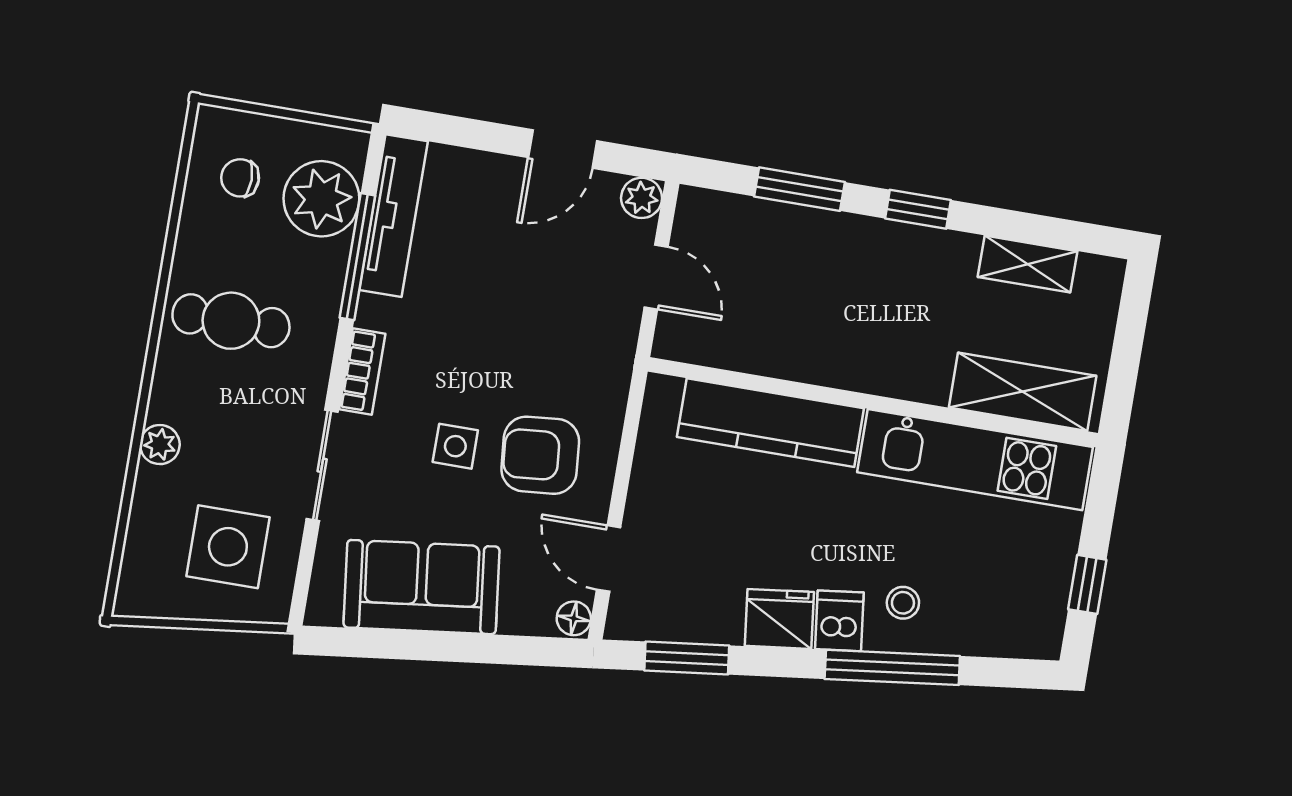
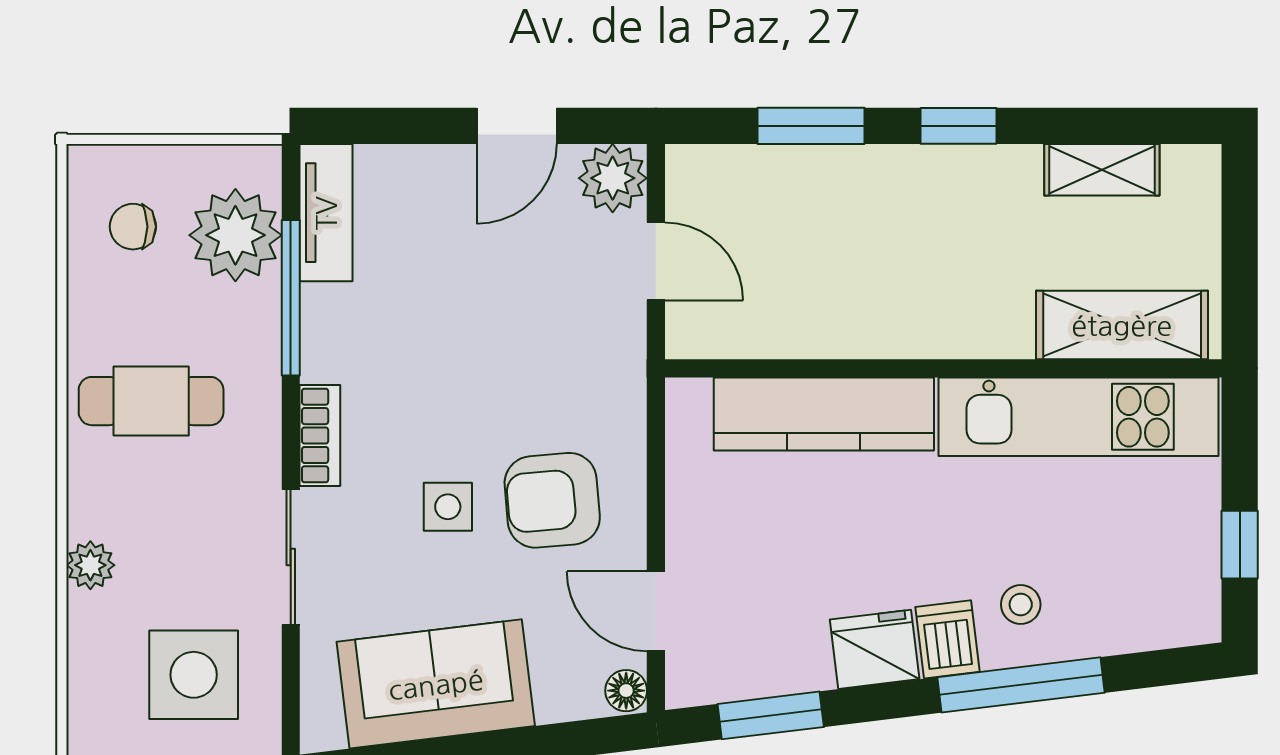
plant: (642, 198) -> (613, 178), width x1.38, depth x1.38
tv unit: (394, 216) -> (326, 213), width x0.71

